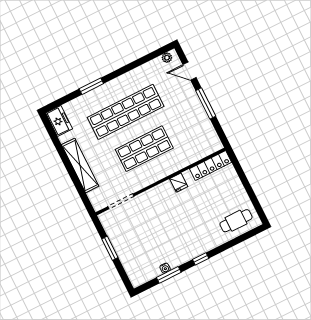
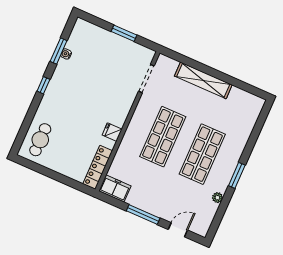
plant: (167, 58) -> (217, 198), moved
window: (91, 86) -> (237, 175), moved
shop shelf: (126, 112) -> (202, 154), width x0.71
freezer: (59, 121) -> (115, 188), moved, turned 180

